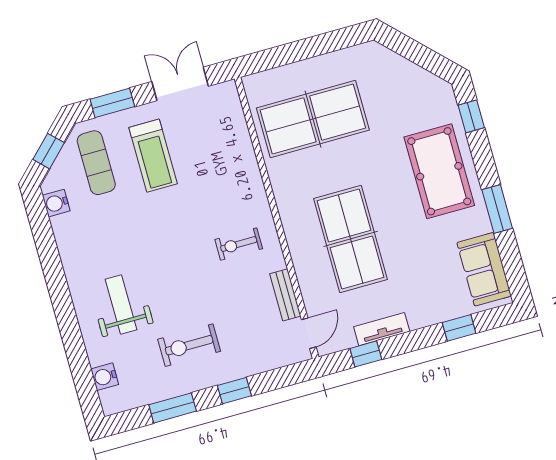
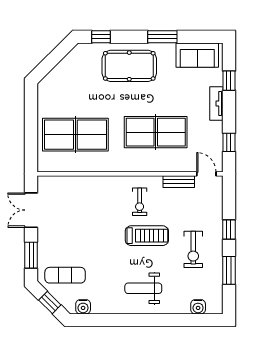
table tennis table: (313, 119) -> (75, 135), turned 90
treadmill: (153, 156) -> (147, 236), moved
weight bench: (121, 305) -> (143, 288), moved
tv unit: (382, 329) -> (216, 103), moved

